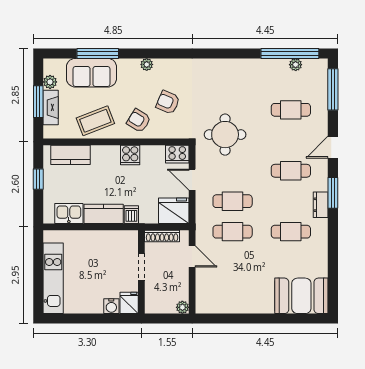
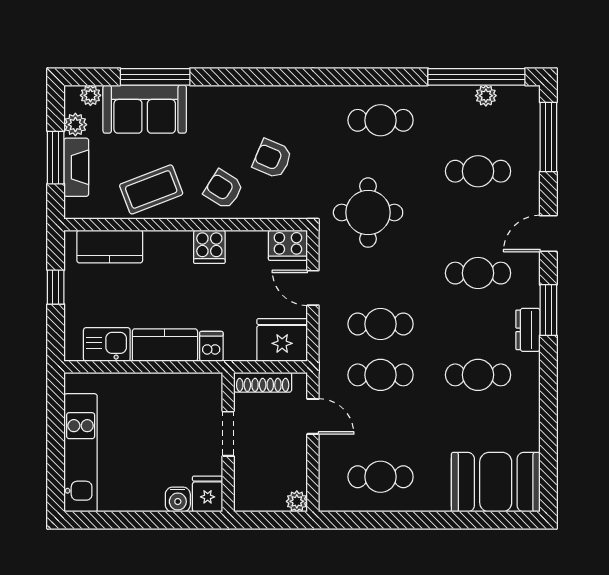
plant: (147, 64) -> (90, 95), moved
cafe table: (233, 79) -> (381, 120), added
cafe table: (233, 293) -> (381, 477), added

